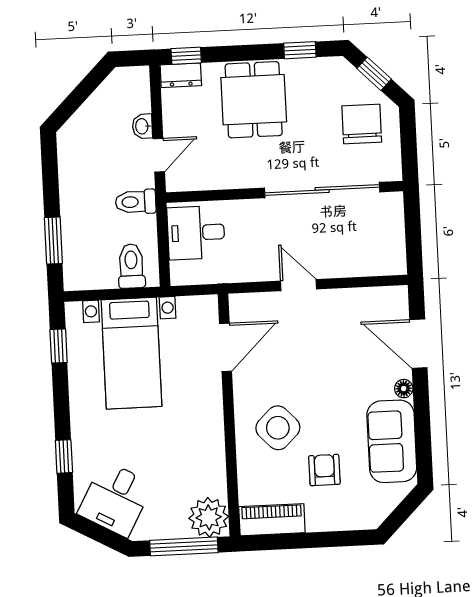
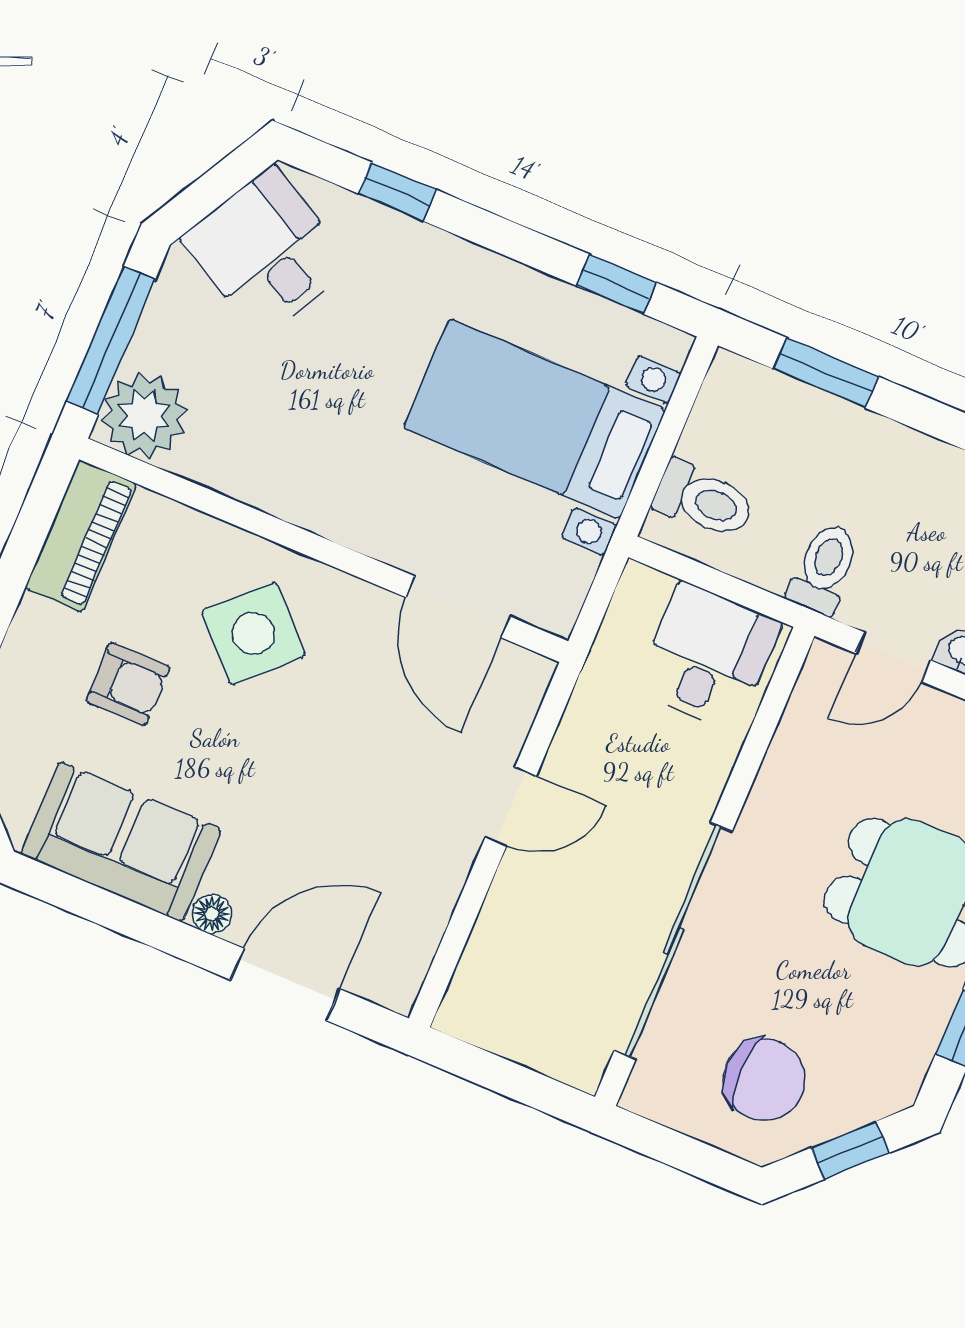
door: (159, 155) -> (893, 657), hinge flipped

